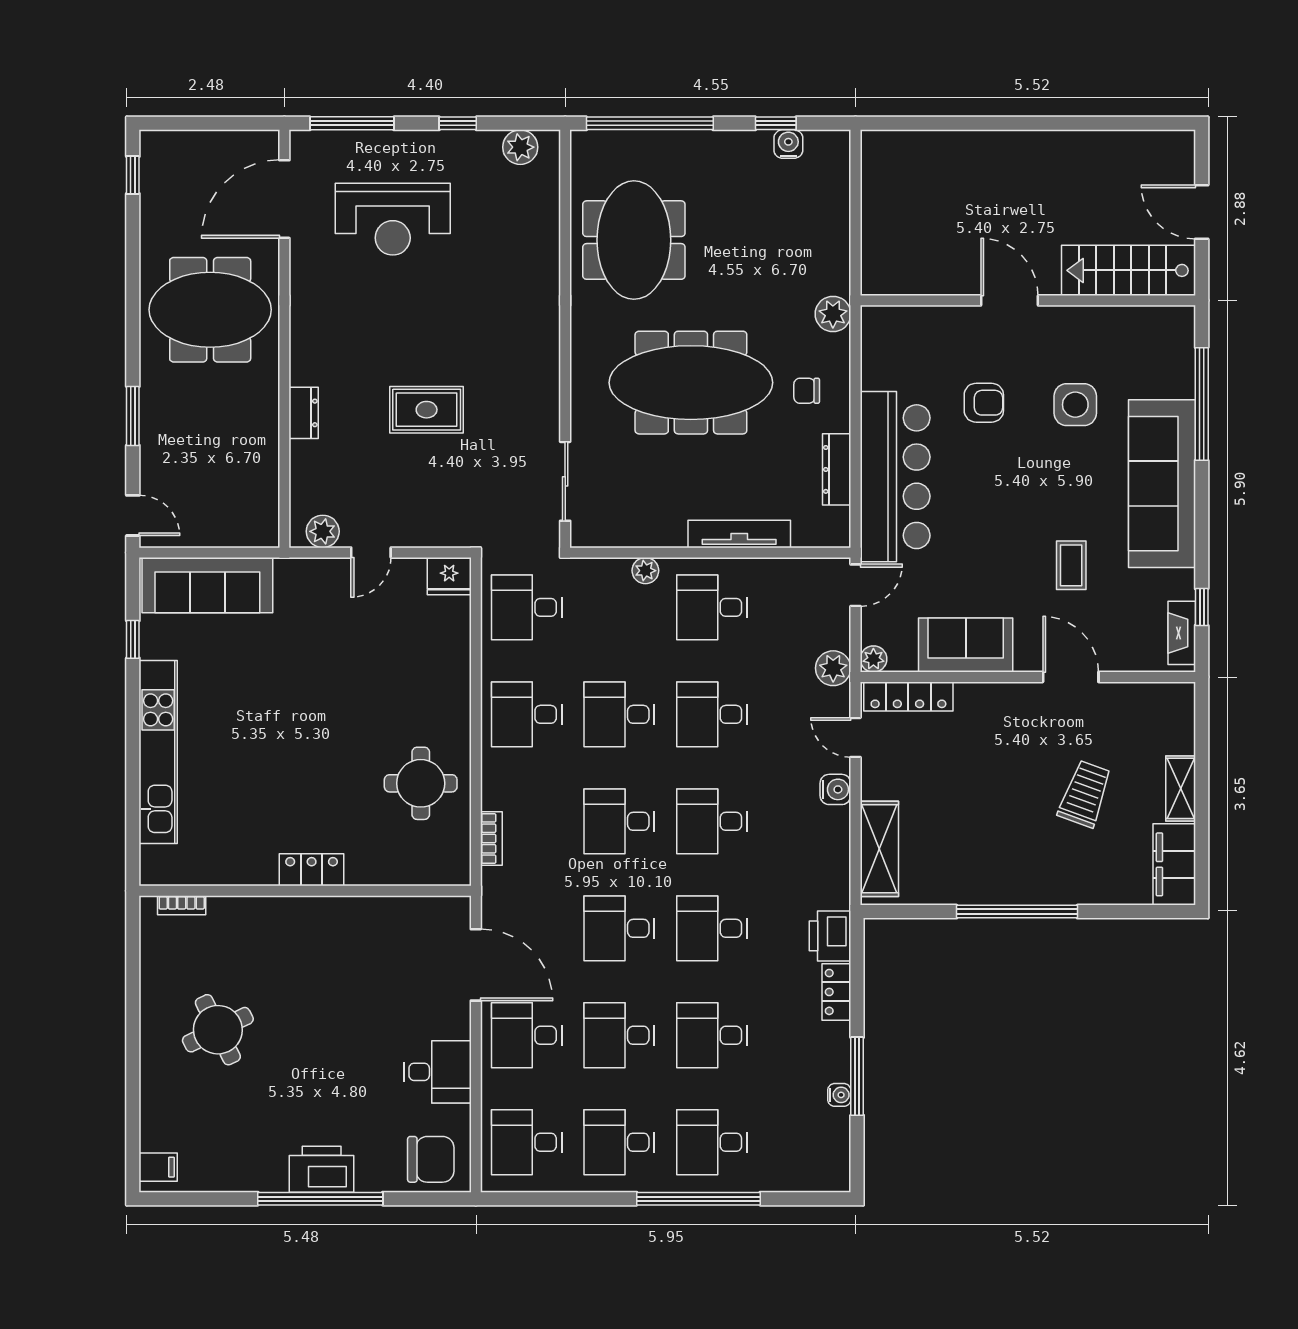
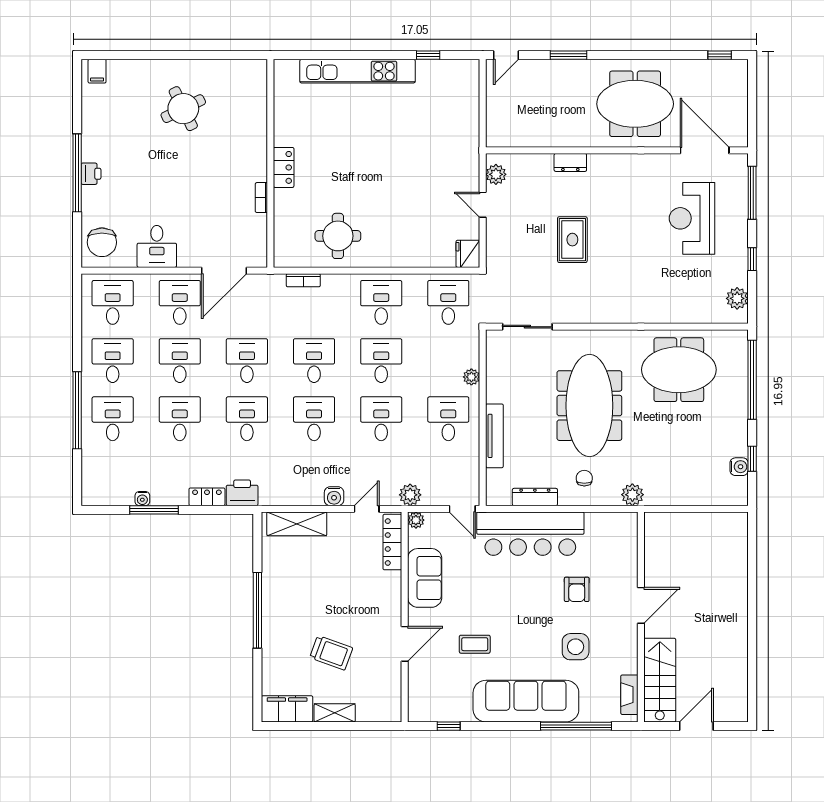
meeting table: (210, 310) -> (635, 104), turned 90
sofa: (207, 585) -> (462, 102), removed
fireplace: (1182, 633) -> (629, 695), moved, turned -90
bookcase: (182, 905) -> (261, 198), moved
printer: (322, 1169) -> (91, 174), width x0.53, depth x0.68

